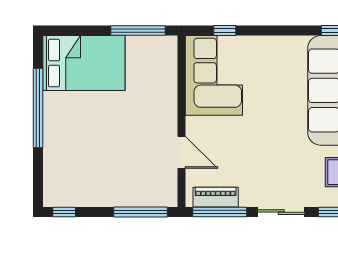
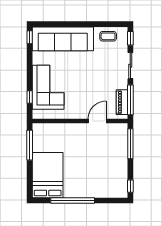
corner sofa: (214, 75) -> (48, 87), moved, turned 90

